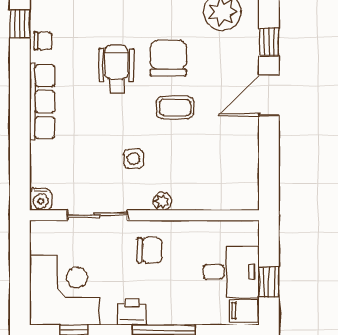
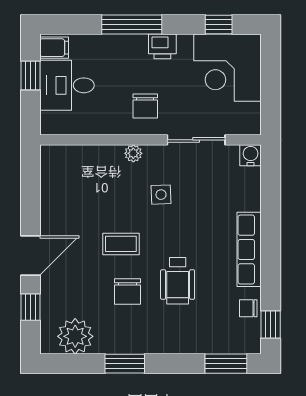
chair: (168, 58) -> (128, 292), width x0.73, depth x0.73
chair: (150, 250) -> (145, 106), turned -90

